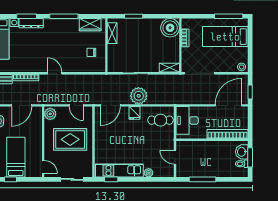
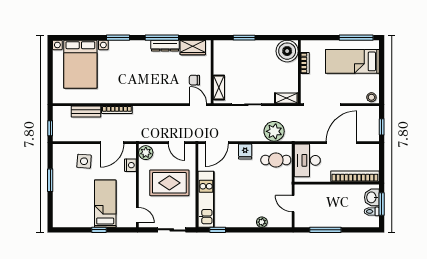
dresser: (31, 23) -> (165, 46), moved
shelving: (112, 33) -> (219, 87), moved
door: (55, 73) -> (198, 105), moved
plant: (139, 96) -> (274, 131), moved
door: (228, 105) -> (342, 143), moved
nightstand: (37, 125) -> (130, 165), added
kitchen unit: (119, 171) -> (206, 199), moved, turned 90

